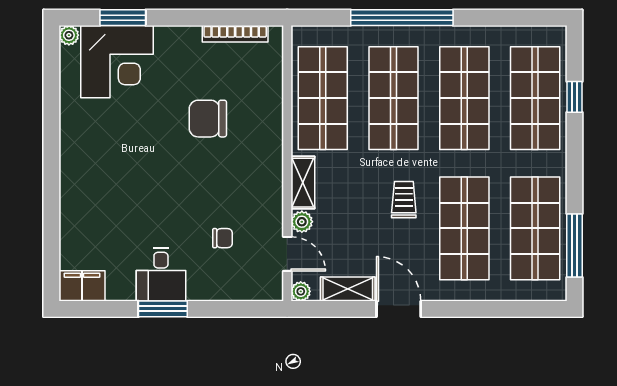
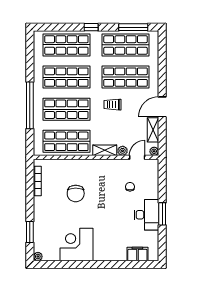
corner desk: (117, 62) -> (77, 244), moved, turned -90
window: (575, 97) -> (91, 27), moved
desk: (161, 275) -> (146, 215), width x1.37
filing cabinet: (82, 286) -> (137, 254), moved, turned 90

